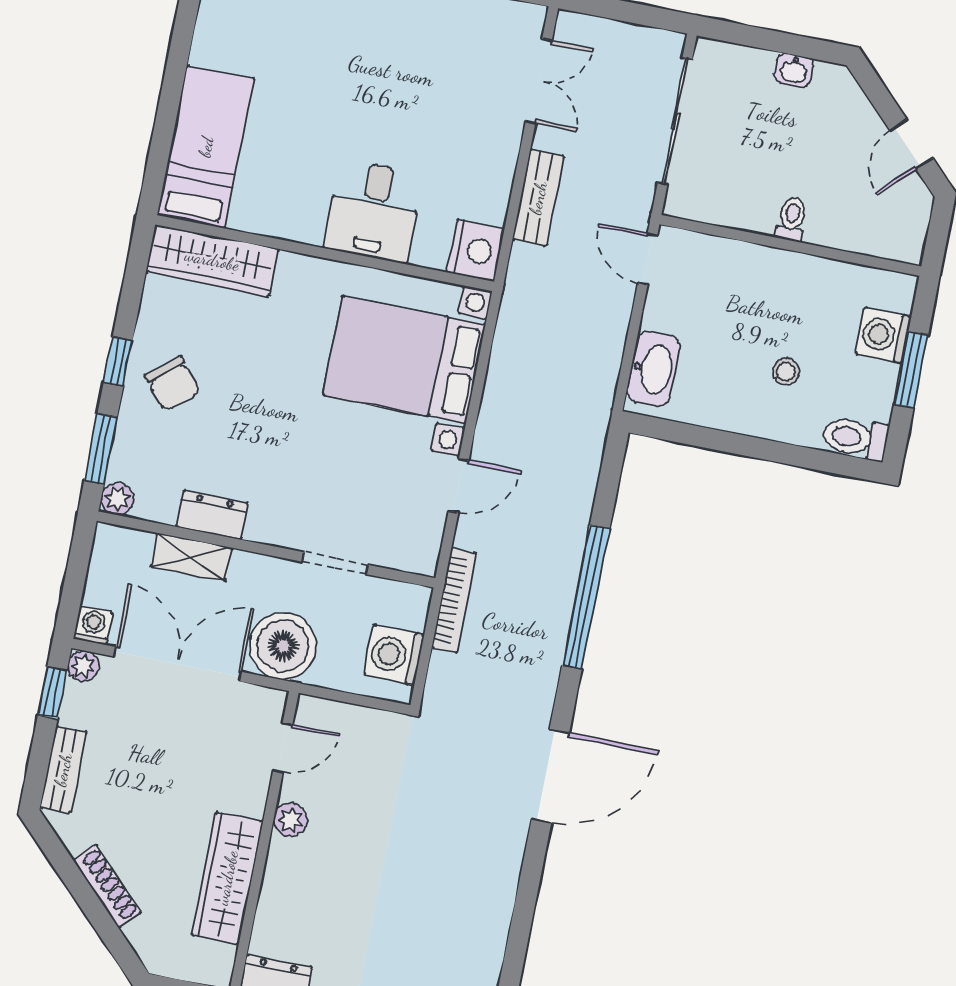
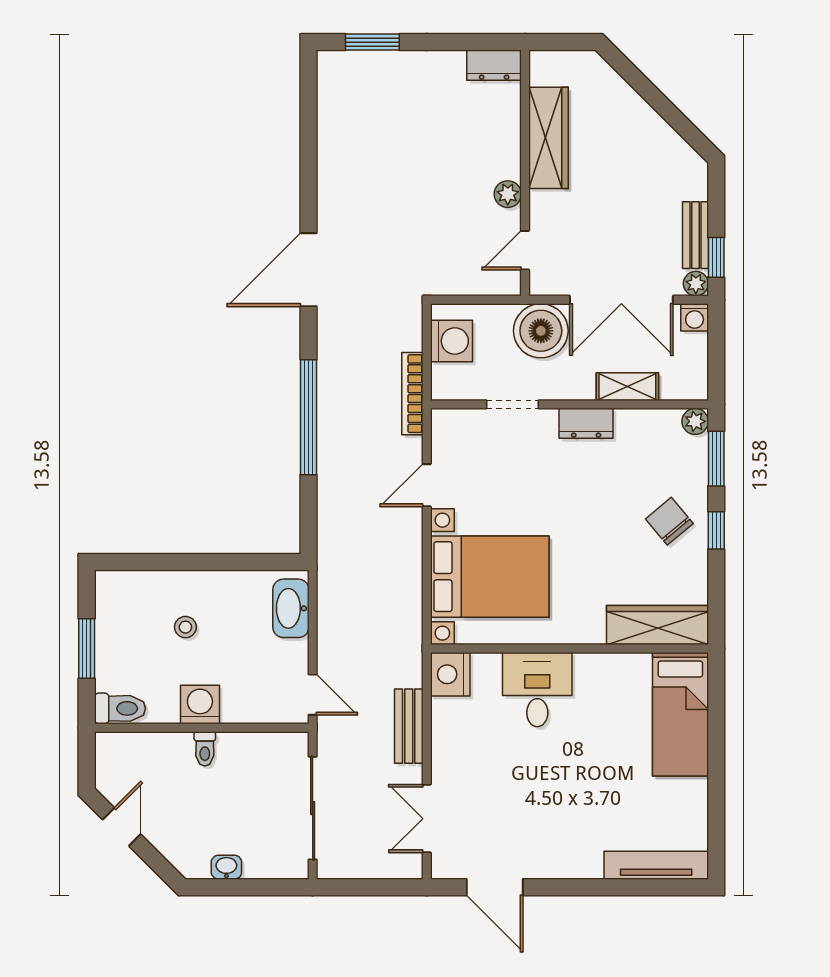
washing machine: (883, 335) -> (200, 705), moved, turned -90
toilet: (855, 438) -> (120, 708), moved
dresser: (212, 515) -> (586, 423), moved
bench: (63, 770) -> (695, 235), moved
shoe rack: (107, 886) -> (642, 113), removed

